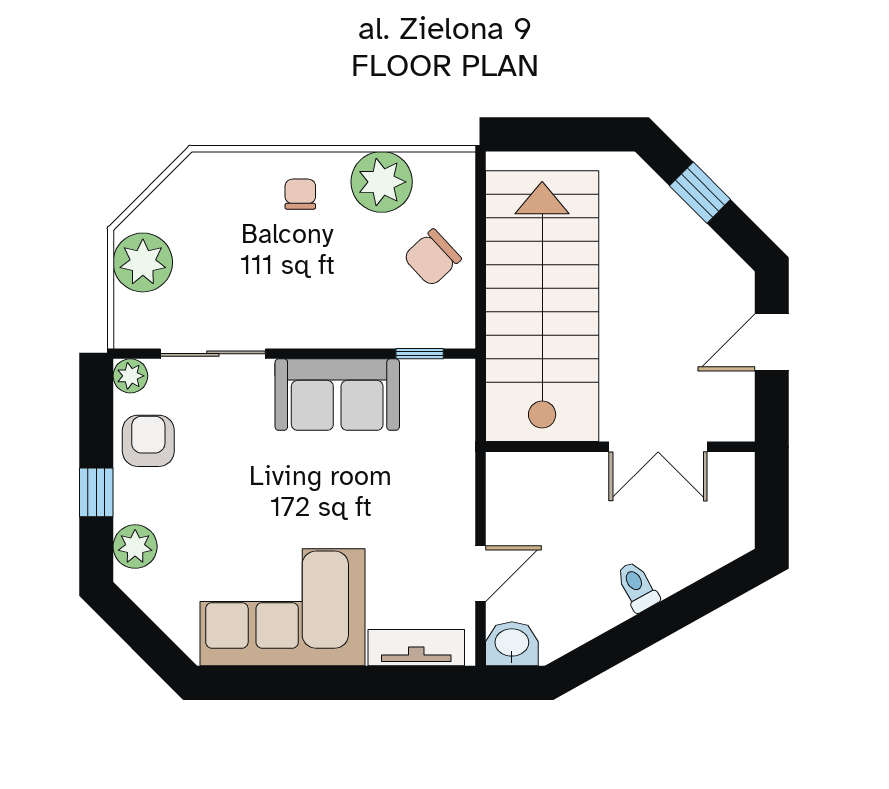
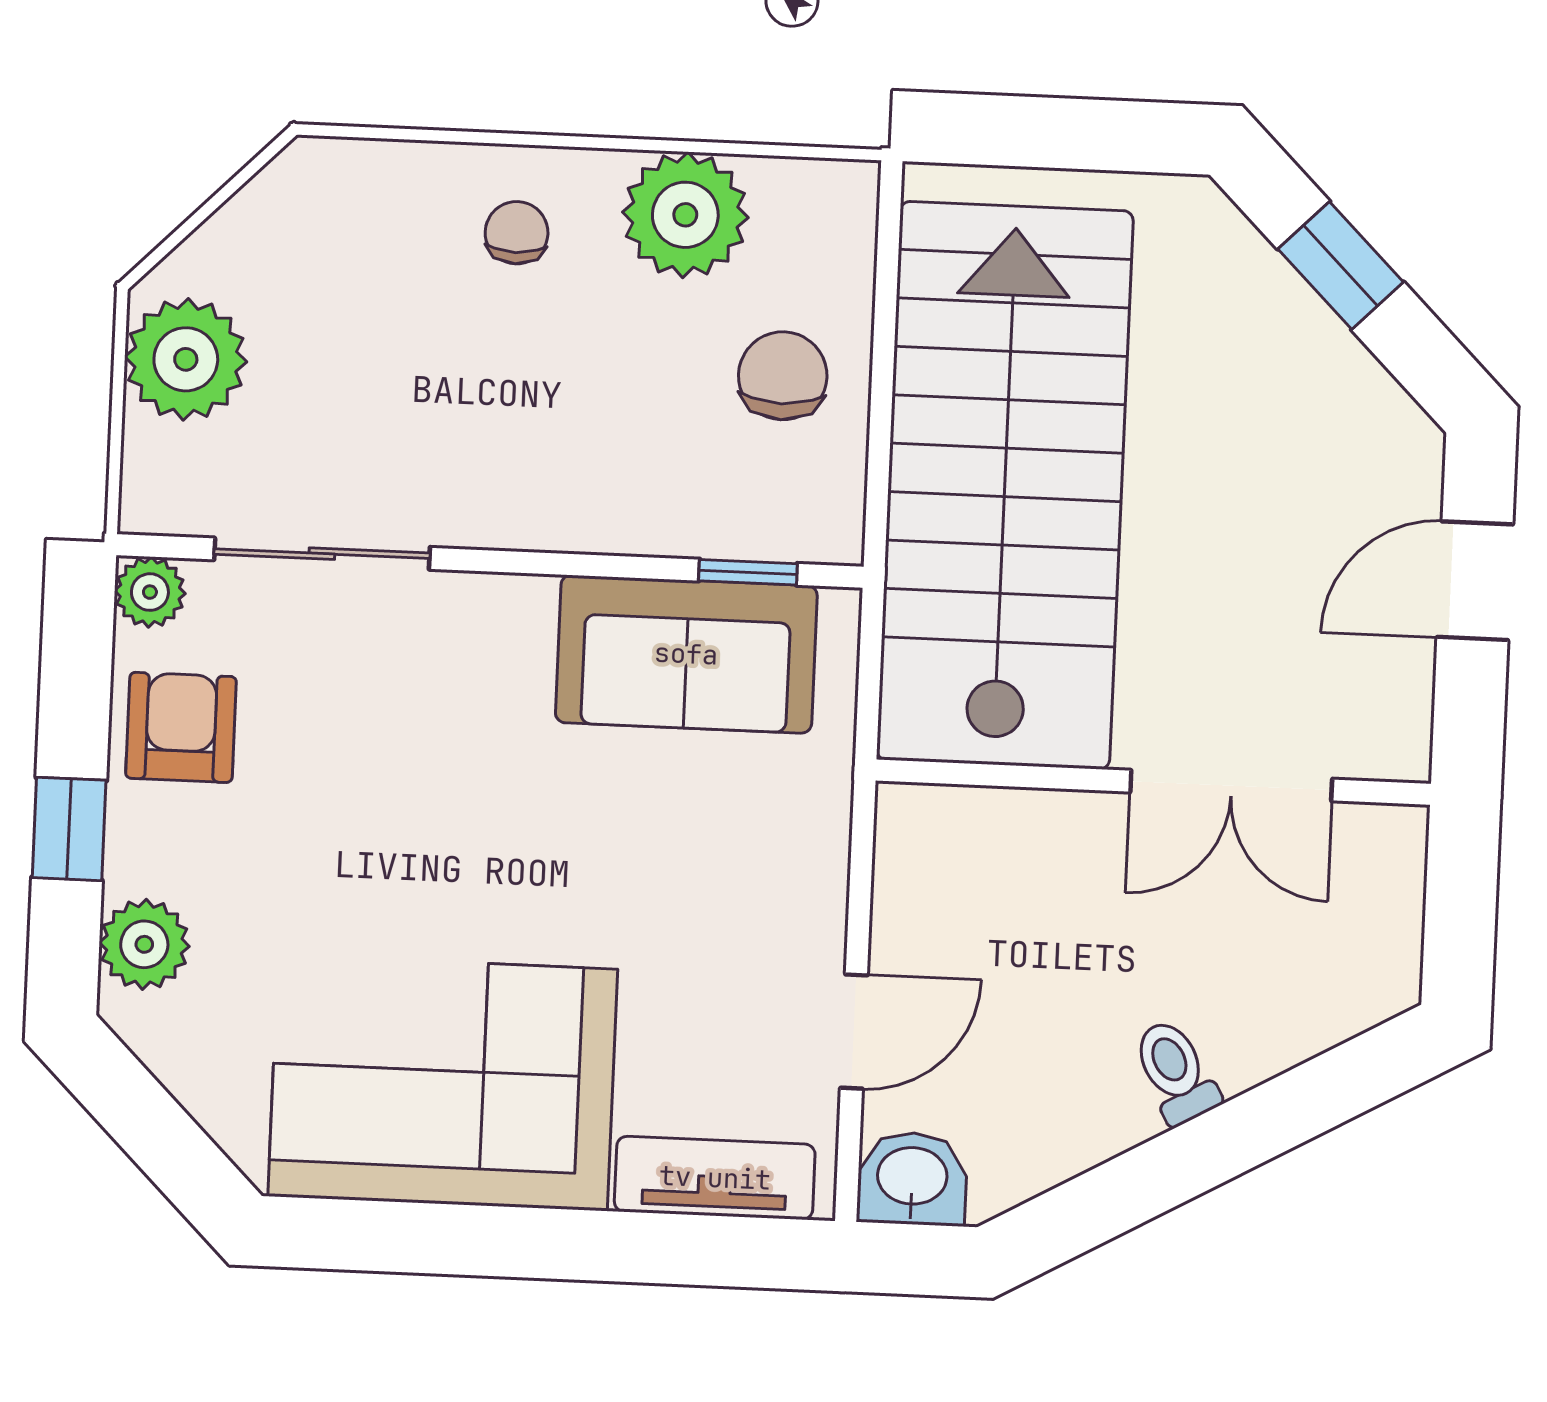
chair: (432, 258) -> (783, 376), turned 133
sofa: (337, 395) -> (686, 654), moved

